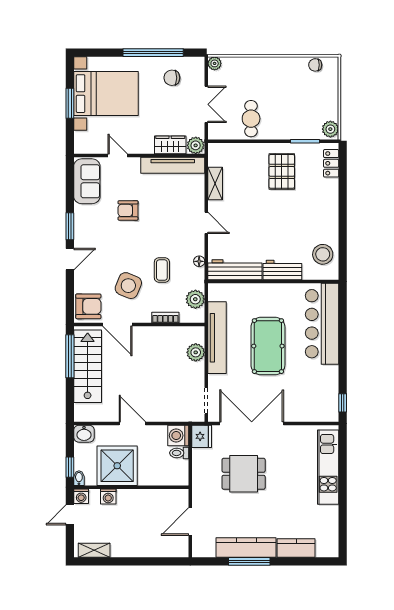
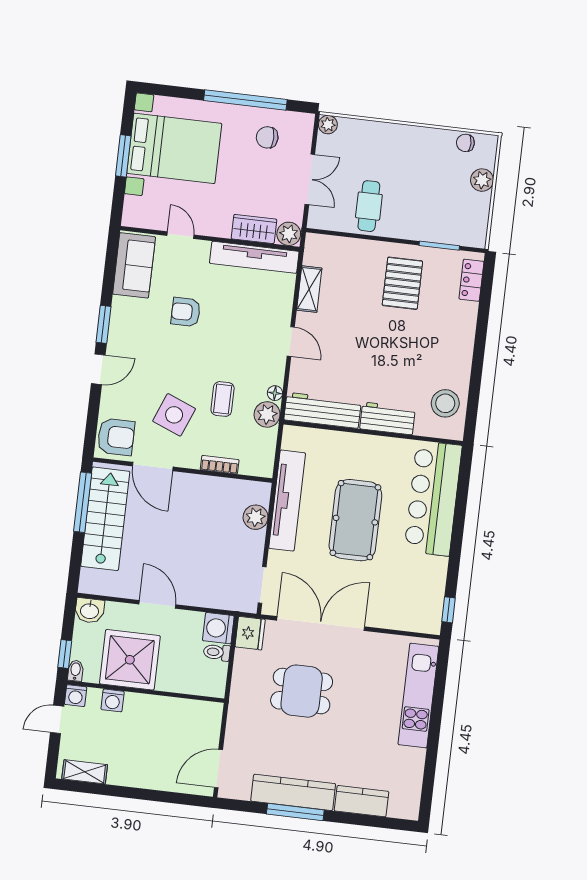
plant: (330, 129) -> (482, 180), moved
plant: (195, 299) -> (267, 414), moved
door: (190, 522) -> (218, 769), moved

